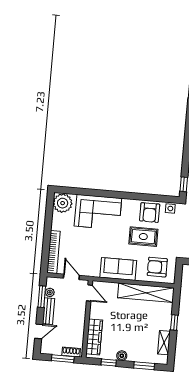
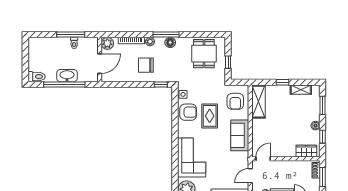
shelving: (146, 293) -> (259, 102), width x0.68
wardrobe: (94, 337) -> (306, 151), width x0.67

